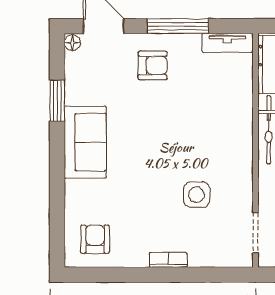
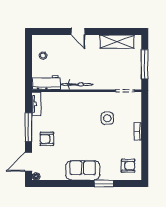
armchair: (153, 65) -> (47, 139), turned -90
window: (57, 101) -> (104, 184), moved
armchair: (95, 239) -> (128, 166), turned 180

